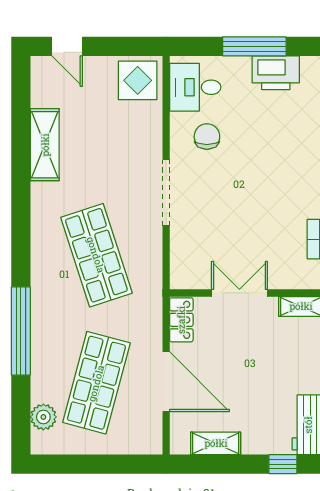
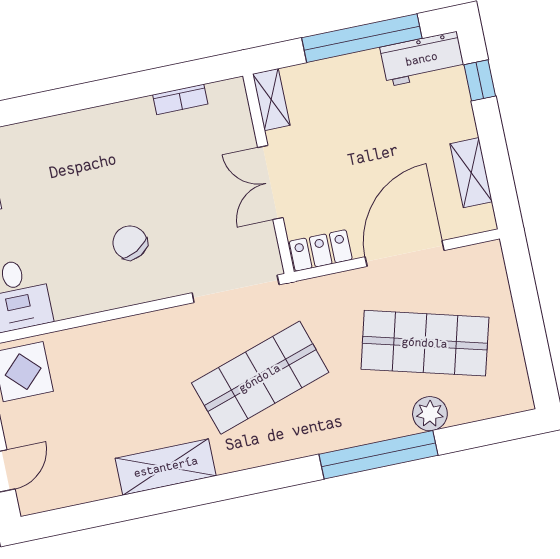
chair: (207, 137) -> (130, 243), moved, turned 61
shelving: (45, 145) -> (166, 467), moved
doorway: (166, 193) -> (236, 289), moved
plant: (43, 417) -> (430, 414), moved

